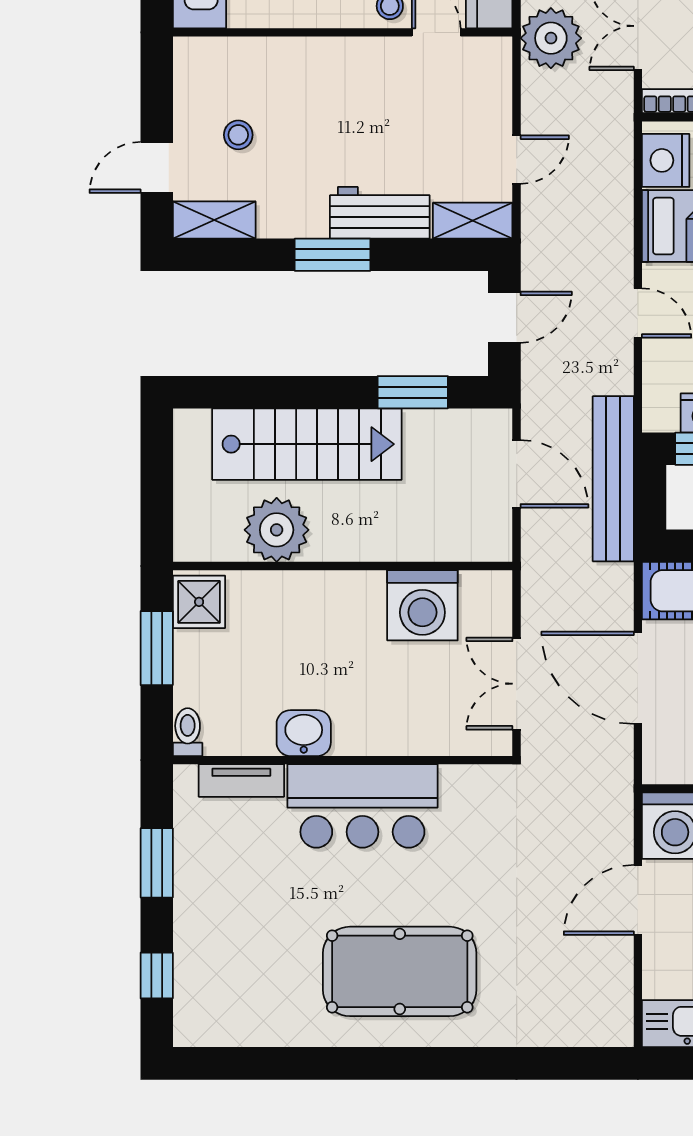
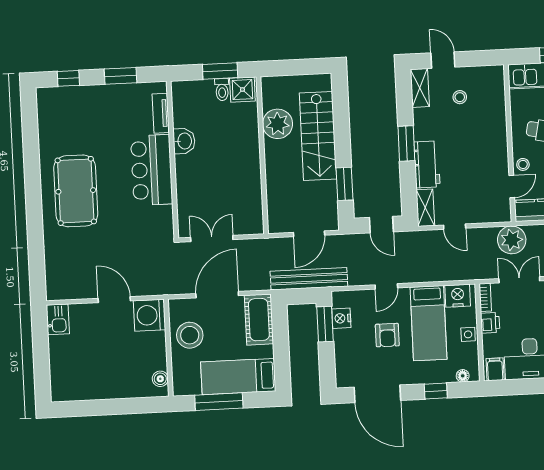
washing machine: (422, 605) -> (246, 193), removed
toilet: (188, 732) -> (222, 90), moved, turned 90

